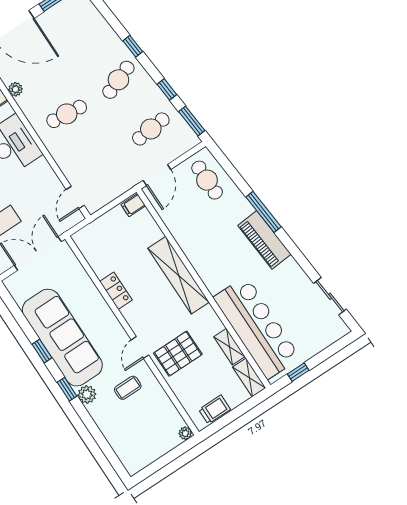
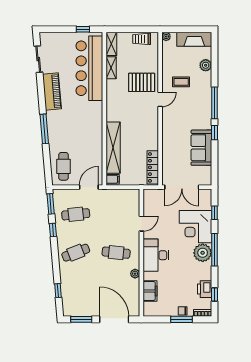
window: (133, 46) -> (58, 291), moved
plant: (16, 89) -> (135, 274), moved
door: (75, 197) -> (141, 224), moved
piano: (264, 240) -> (52, 92), moved
shelving: (179, 275) -> (113, 148), moved
locker: (116, 291) -> (153, 167), moved, width x1.53
sofa: (62, 338) -> (201, 148), width x0.54, depth x0.79
window: (67, 389) -> (215, 103), width x2.17
plant: (87, 394) -> (206, 65), moved
fireplace: (147, 453) -> (194, 39), added

